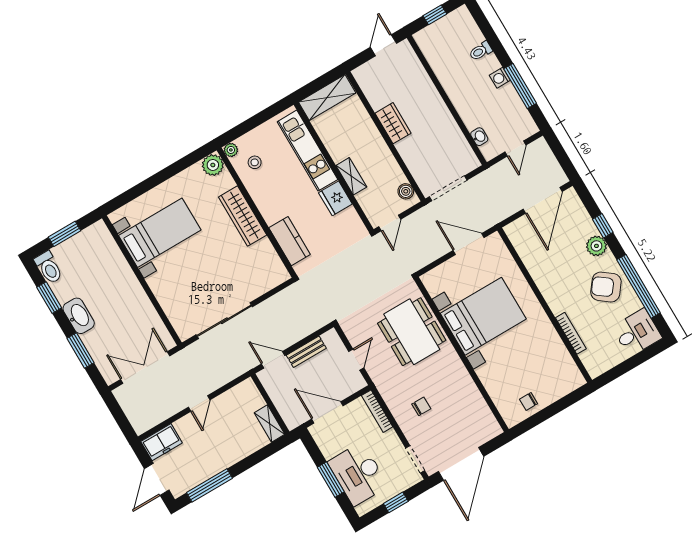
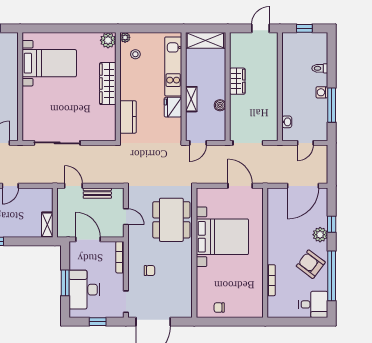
boiler: (406, 191) -> (220, 105), moved
door: (356, 360) -> (126, 217), hinge flipped

